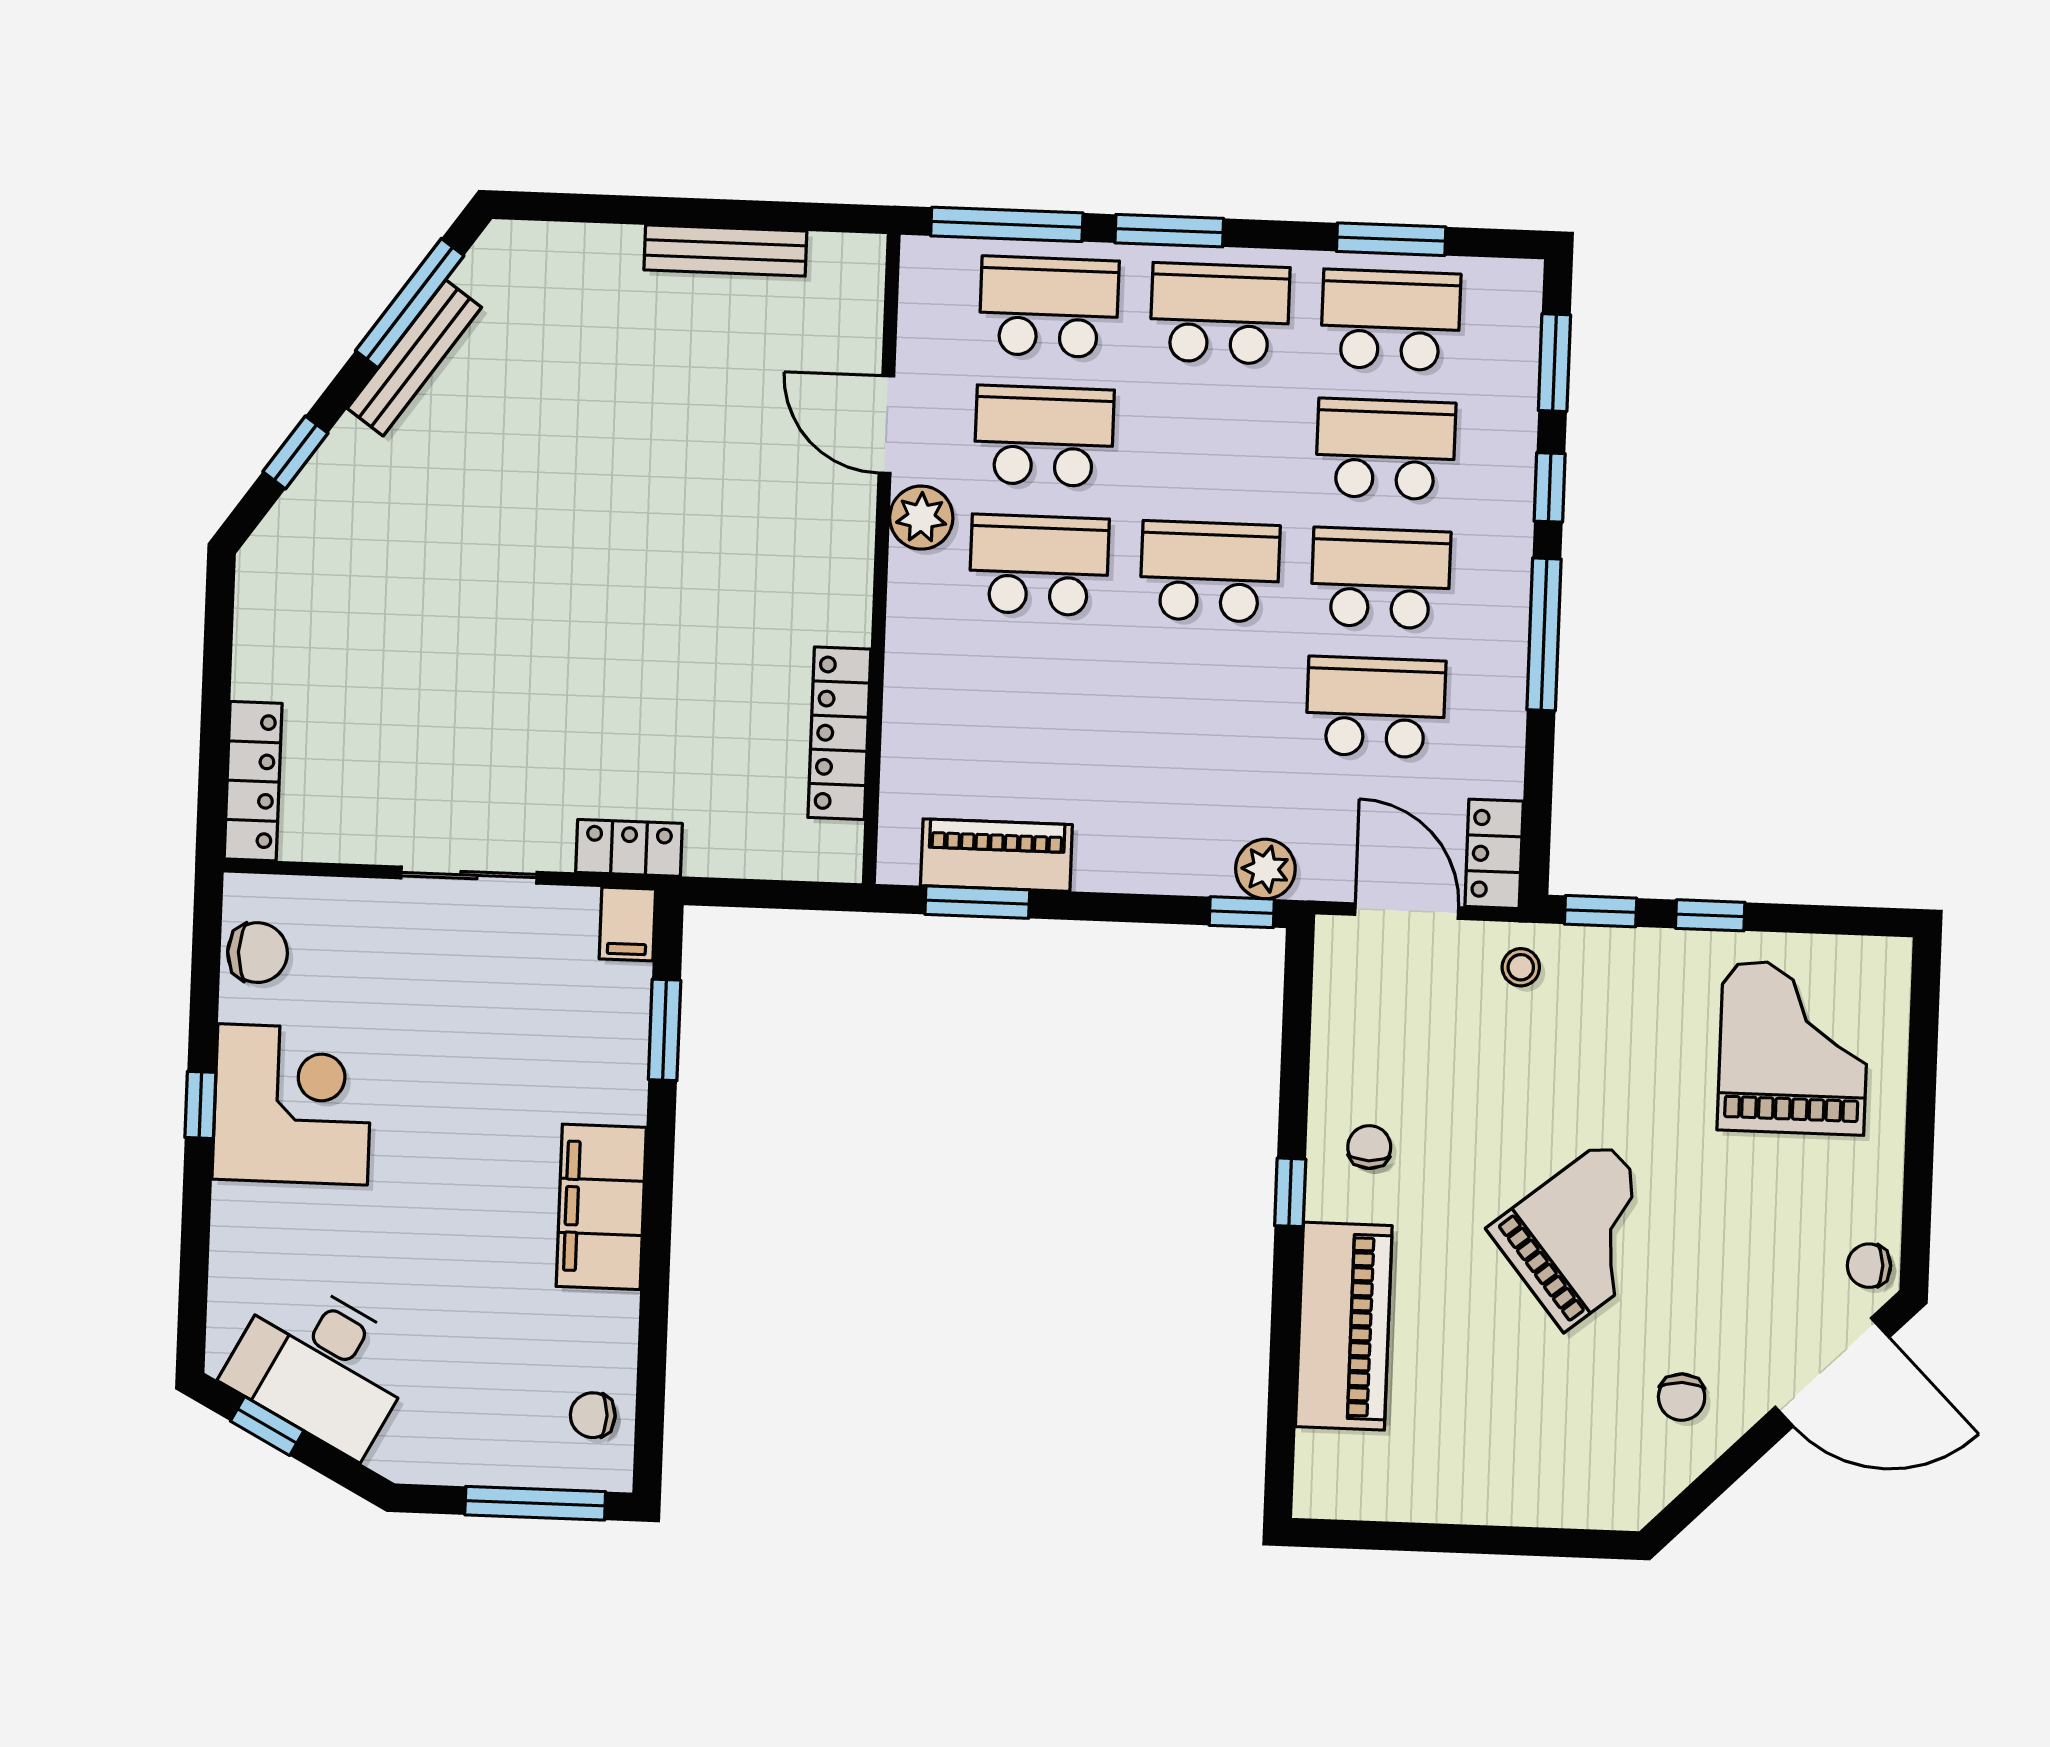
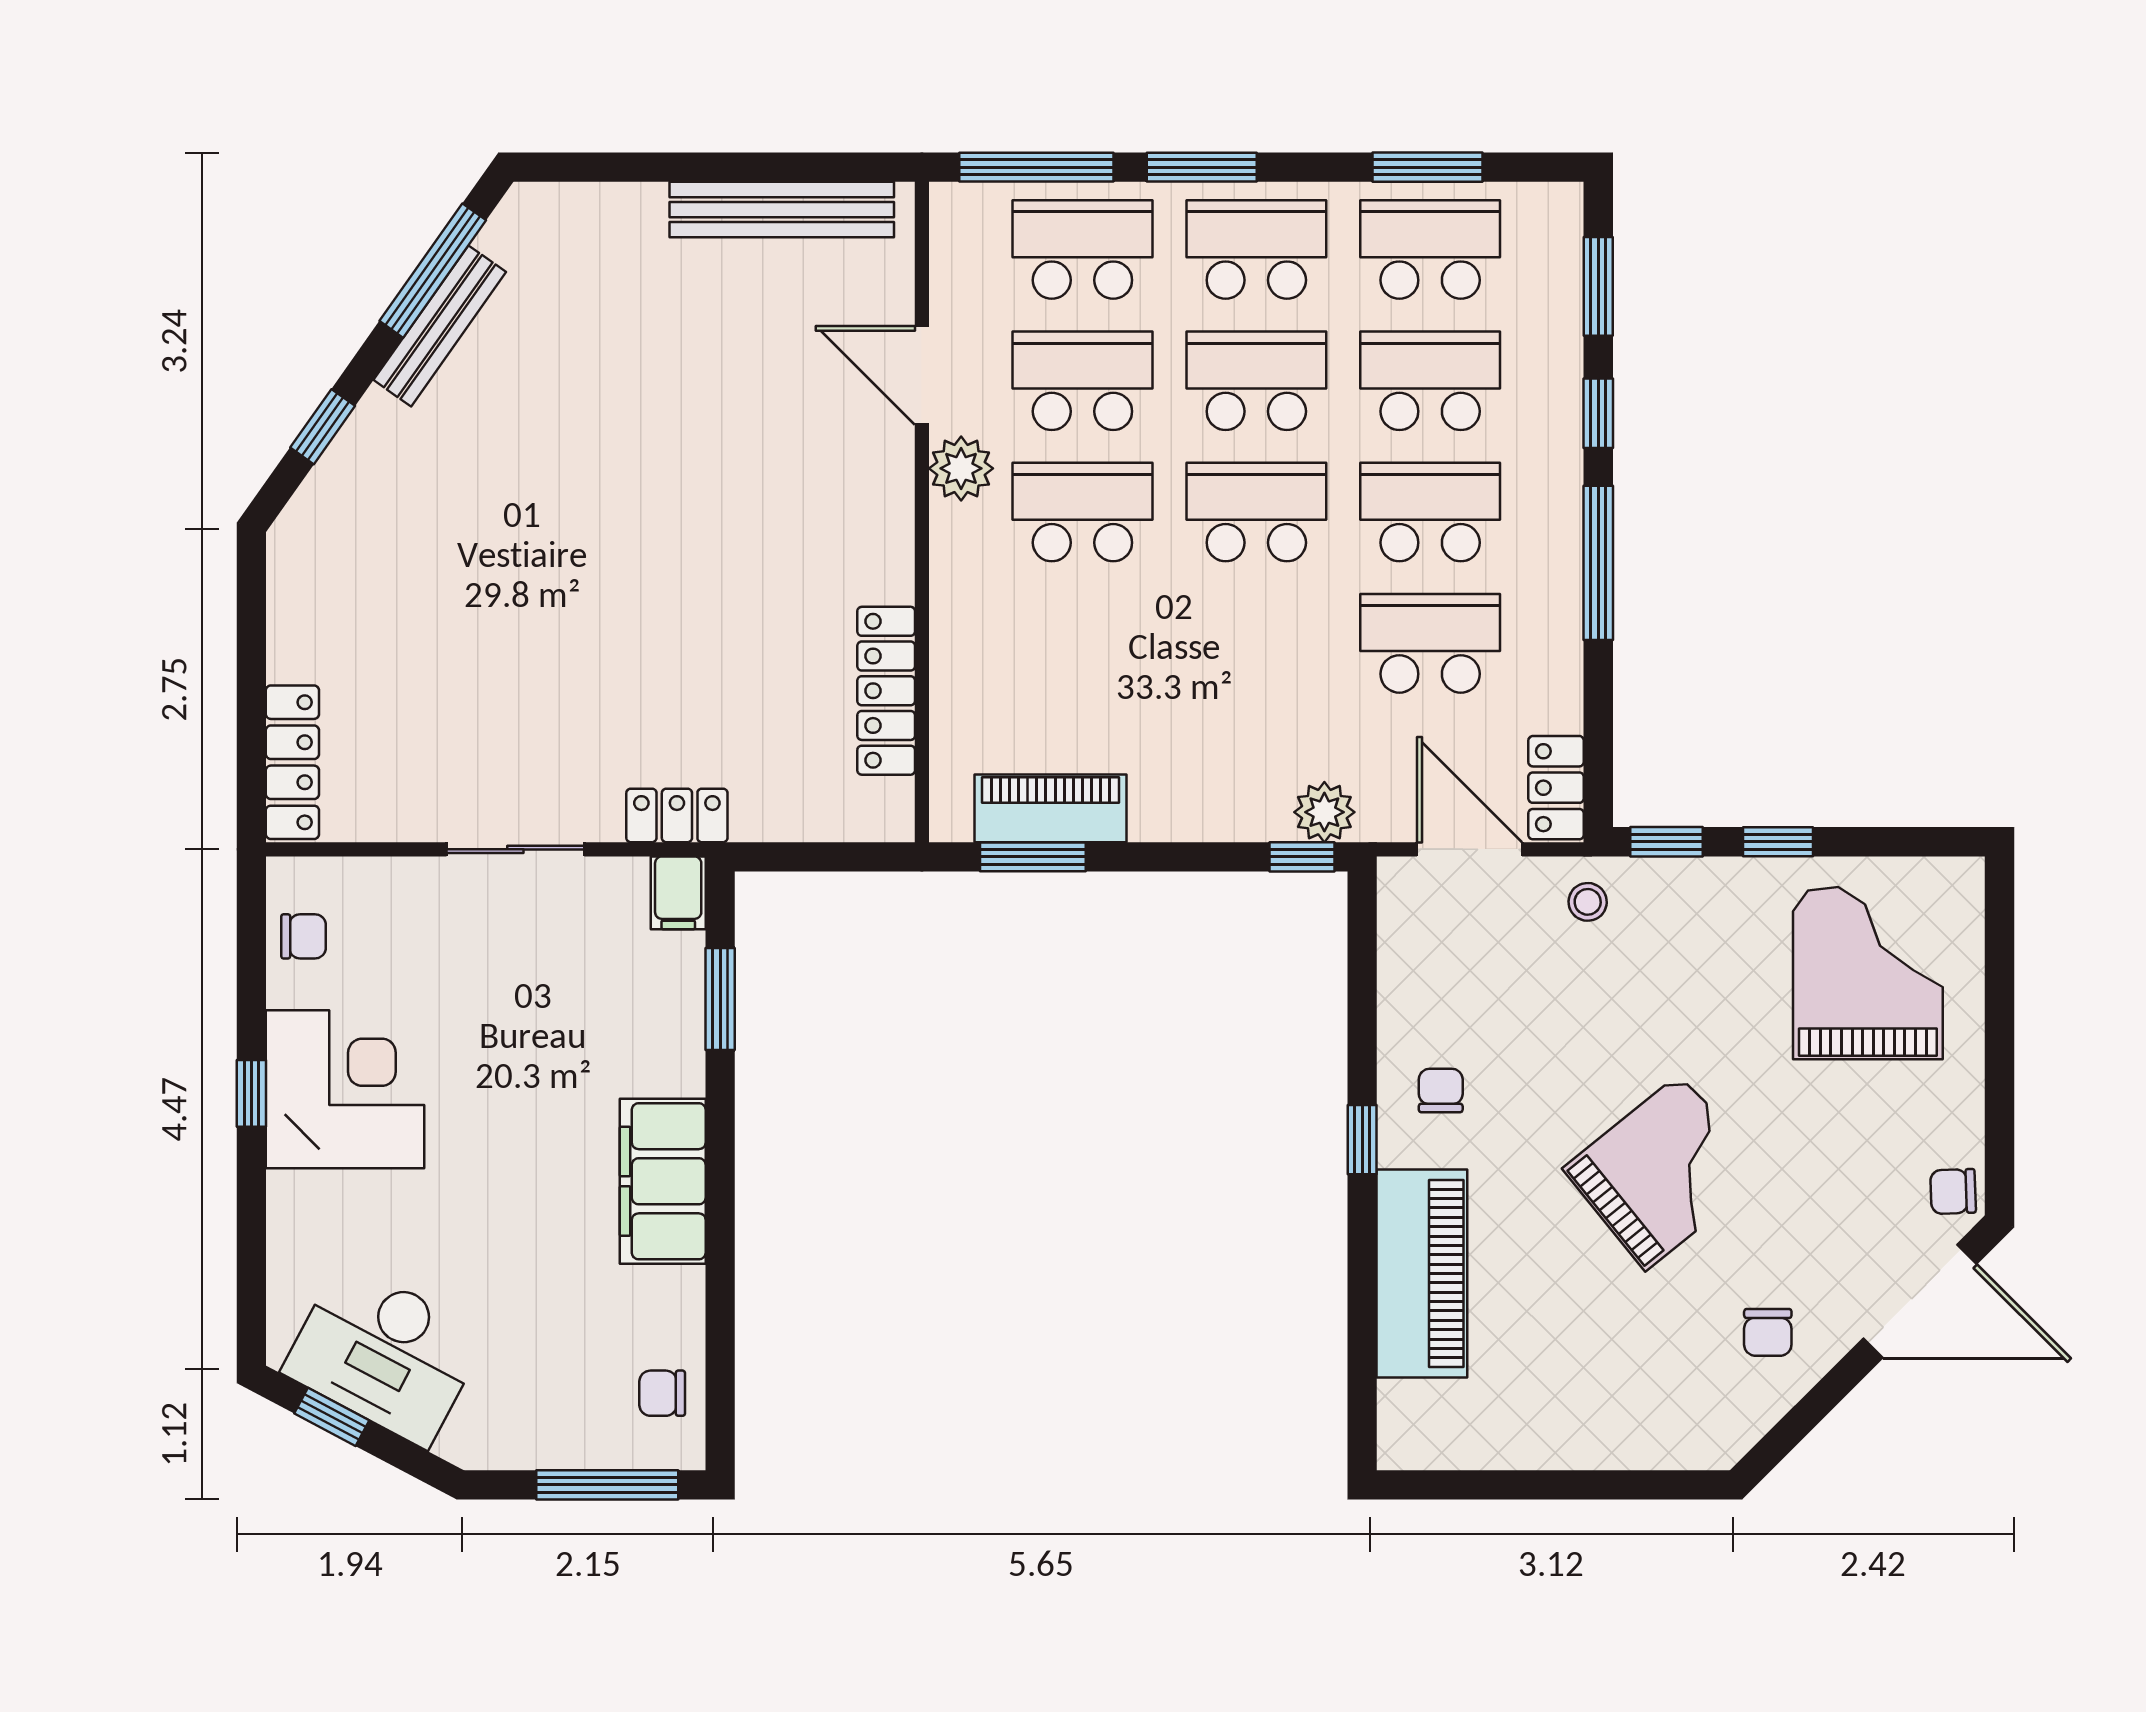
bench: (725, 250) -> (782, 210), width x1.37, depth x1.21
school desk: (1215, 443) -> (1256, 381), added
chair: (257, 953) -> (303, 936), width x0.73, depth x0.73

